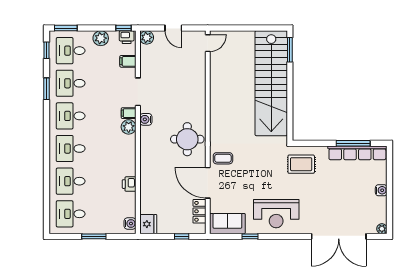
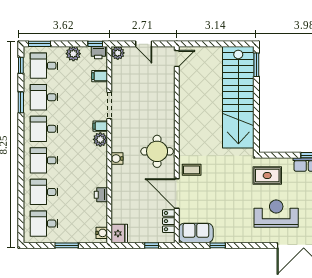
water cooler: (146, 119) -> (117, 159), moved
reception desk: (276, 214) -> (276, 214), moved, turned 180

